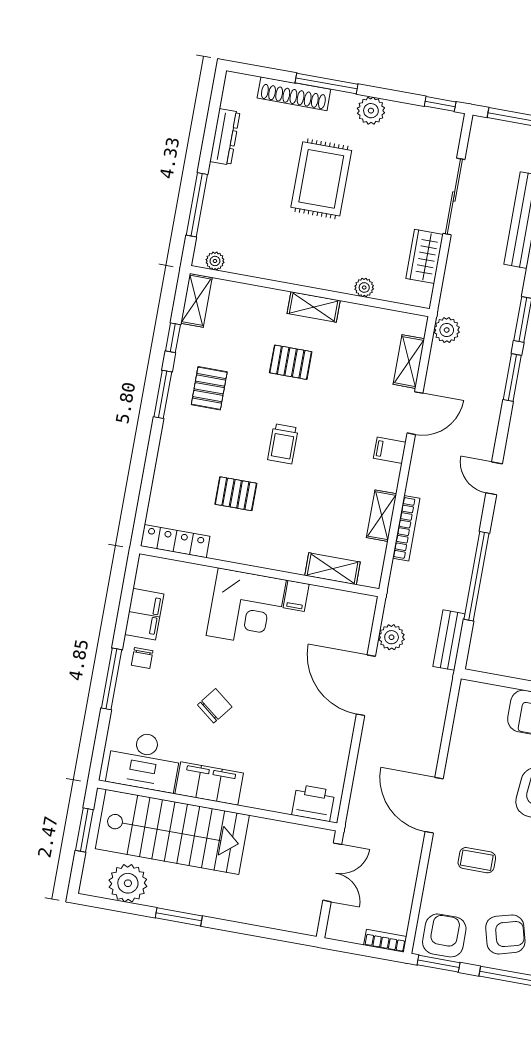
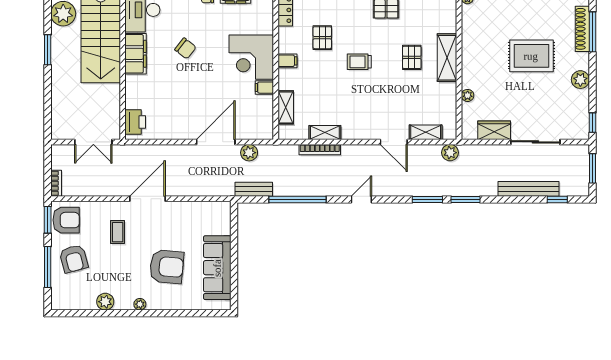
window: (327, 83) -> (593, 32), moved
shelving: (314, 307) -> (447, 58), width x1.50, depth x1.33
filing cabinet: (390, 450) -> (288, 61), moved, turned 90

